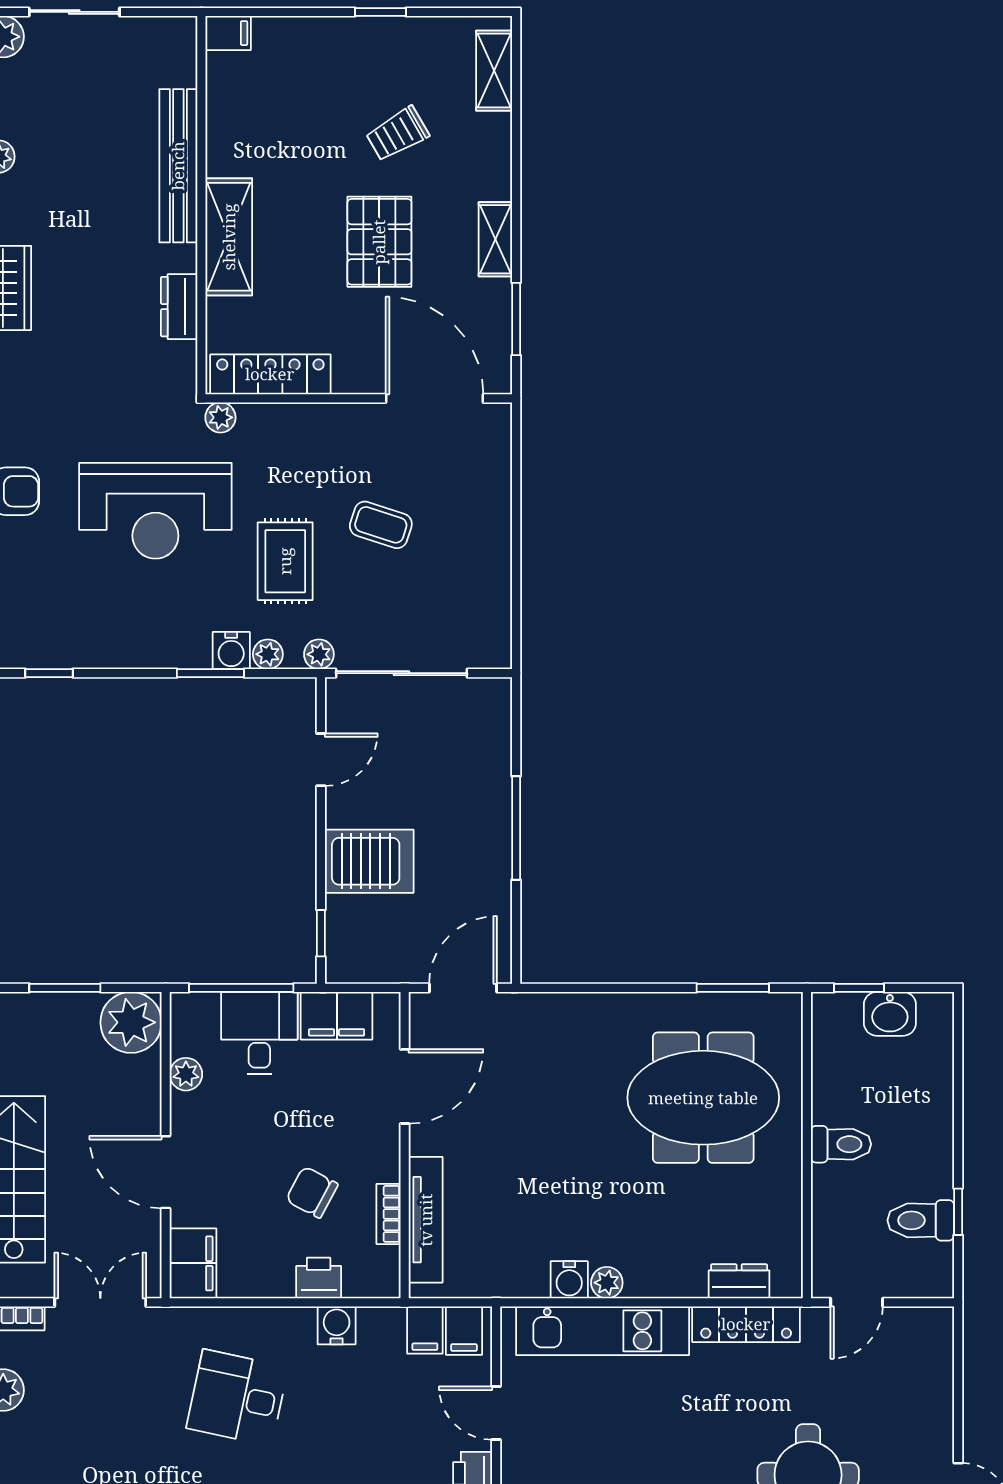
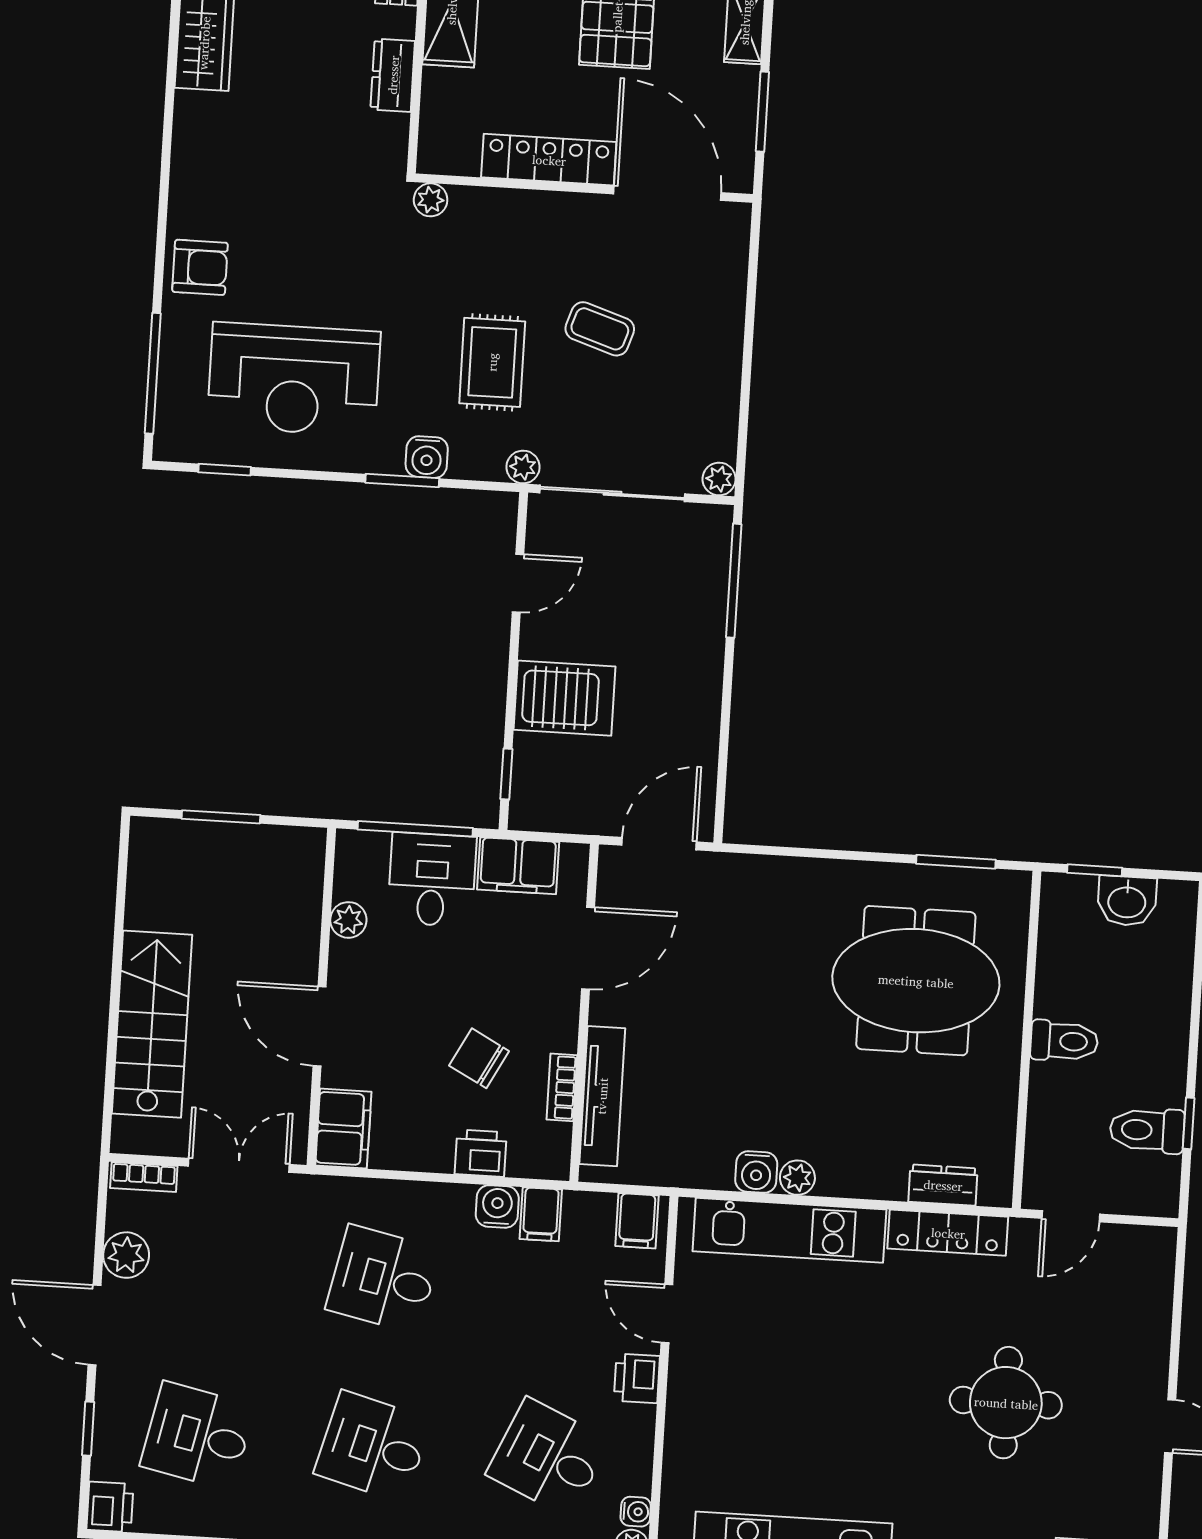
locker: (270, 374) -> (549, 160), moved
reception desk: (155, 511) -> (294, 379), moved
plant: (268, 654) -> (719, 479), moved
window: (516, 828) -> (734, 581), moved
plant: (131, 1022) -> (291, 859), removed
filing cabinet: (425, 1330) -> (541, 1214), moved

